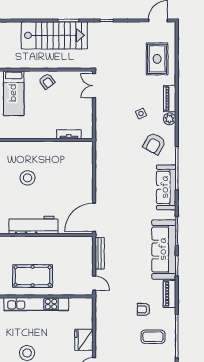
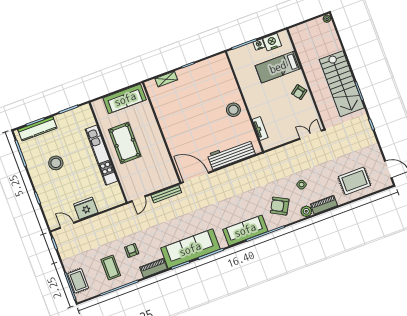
stool: (28, 178) -> (233, 110), moved
workbench: (33, 225) -> (231, 154), moved, turned -90

